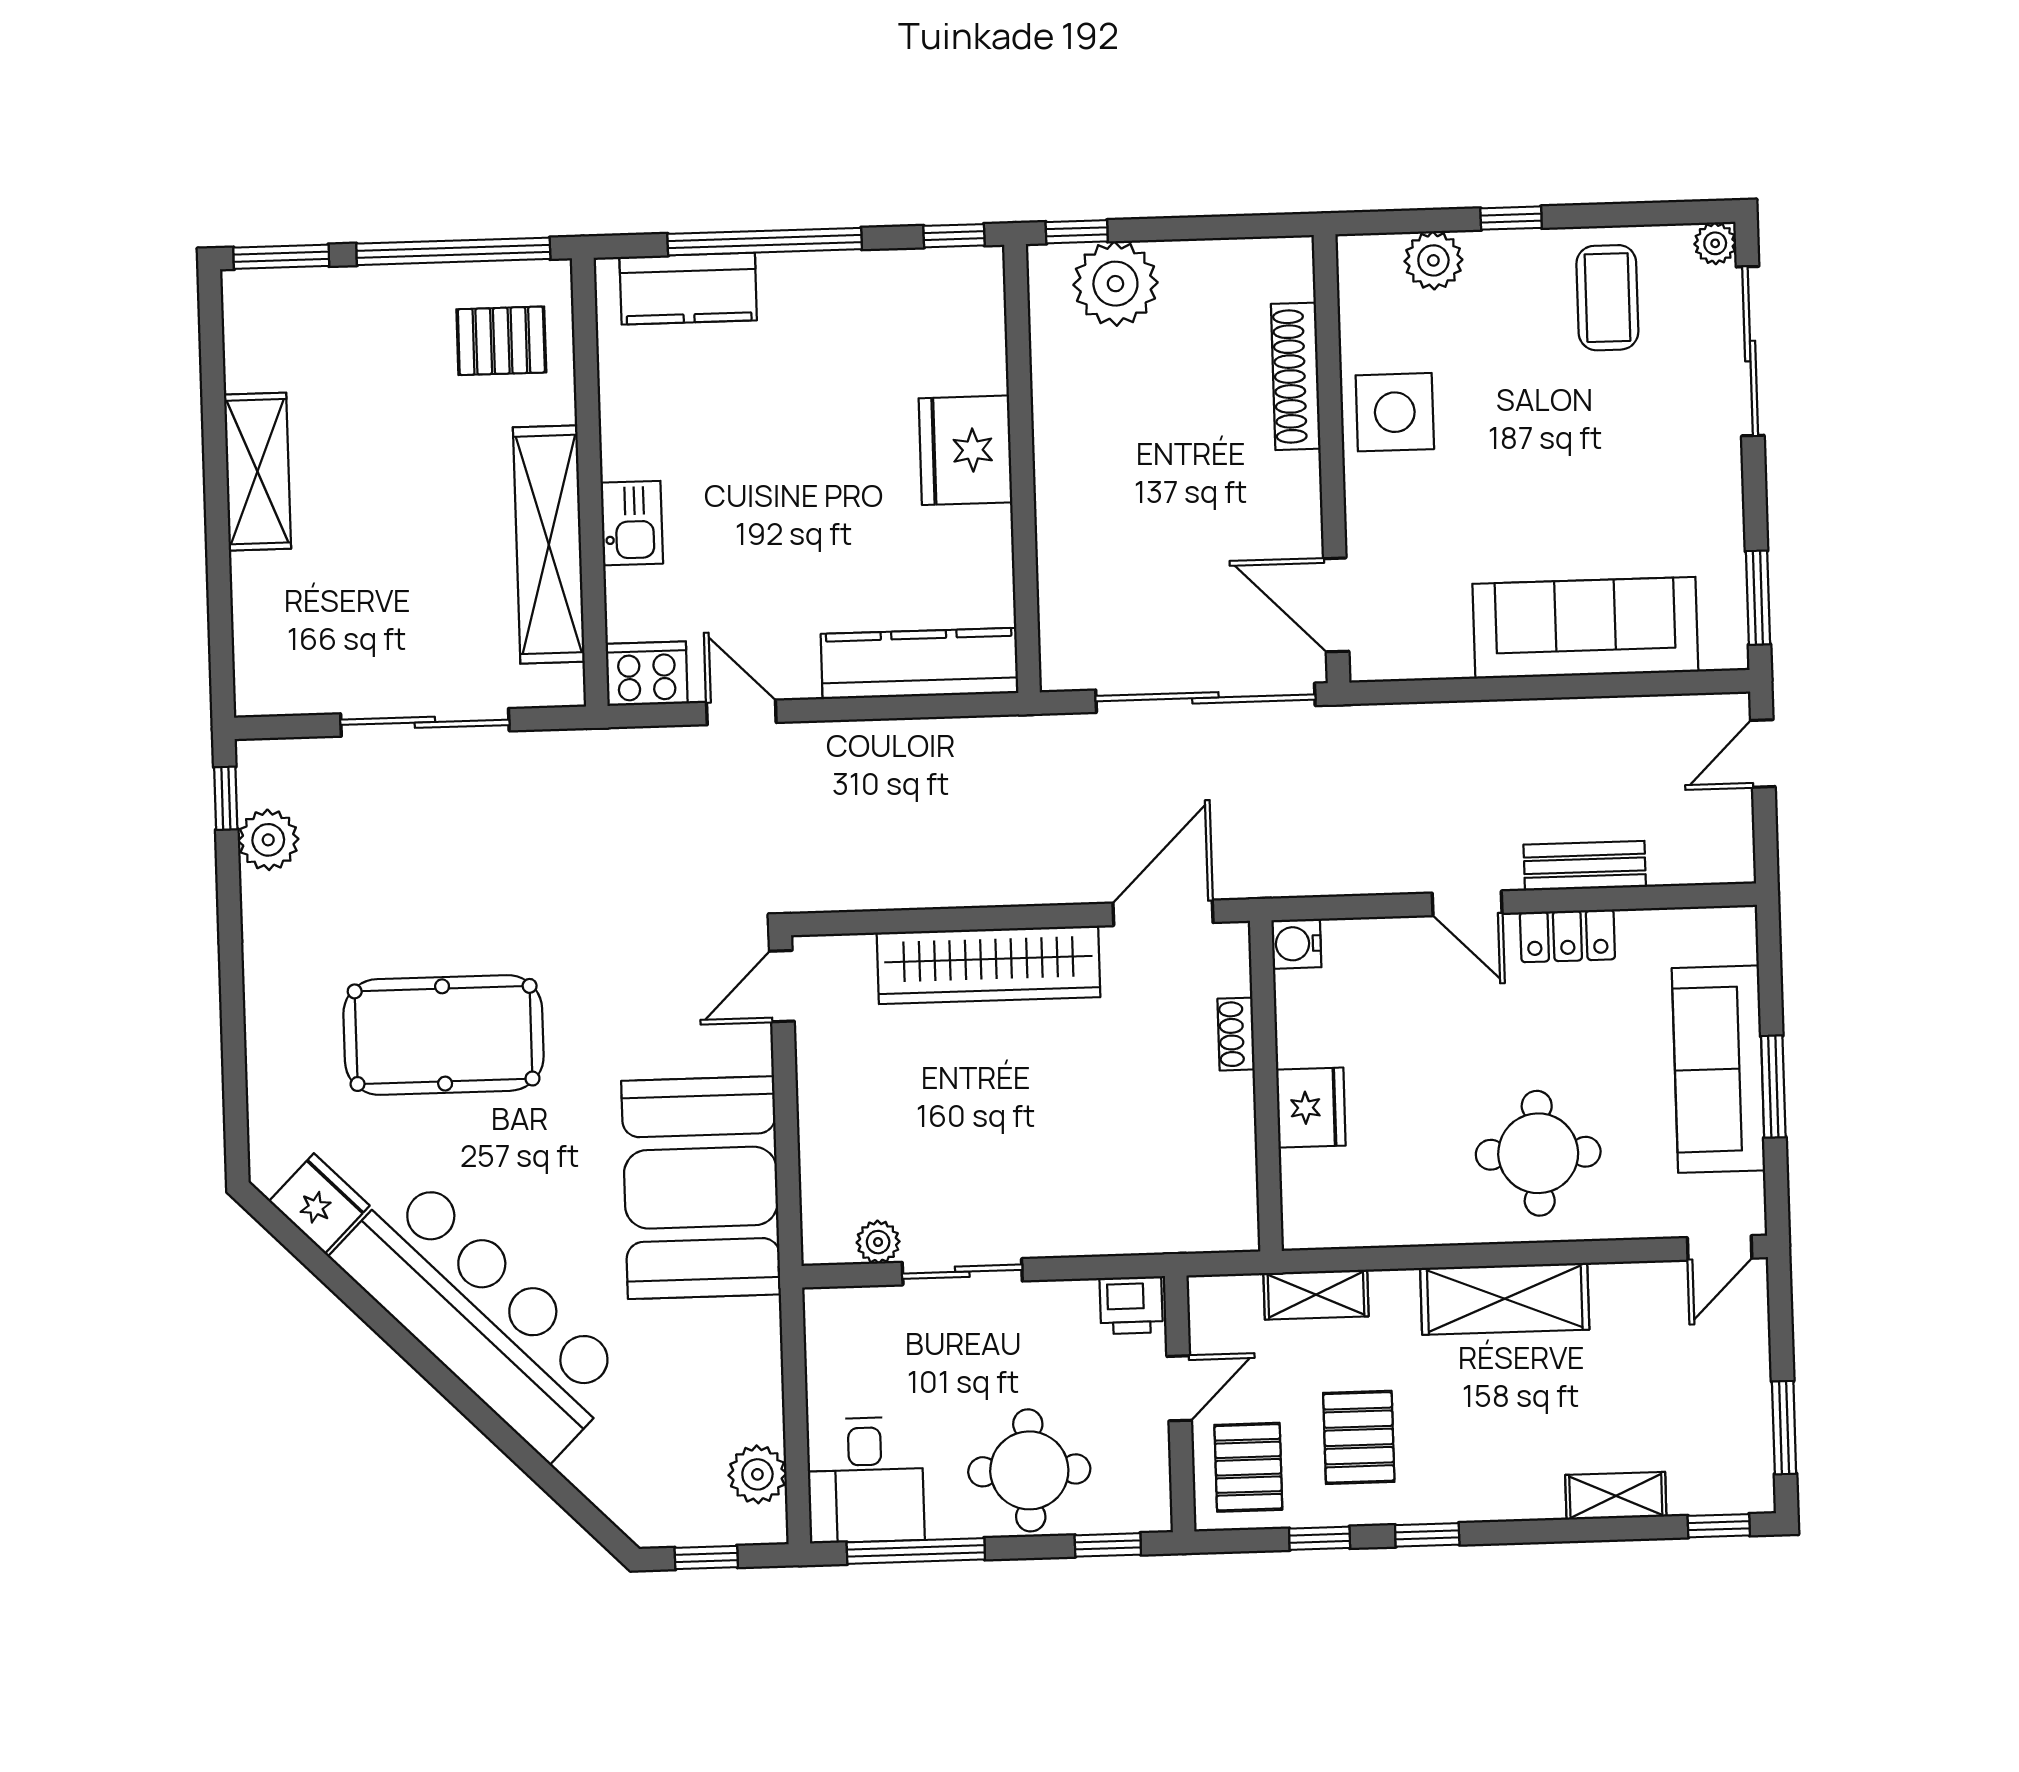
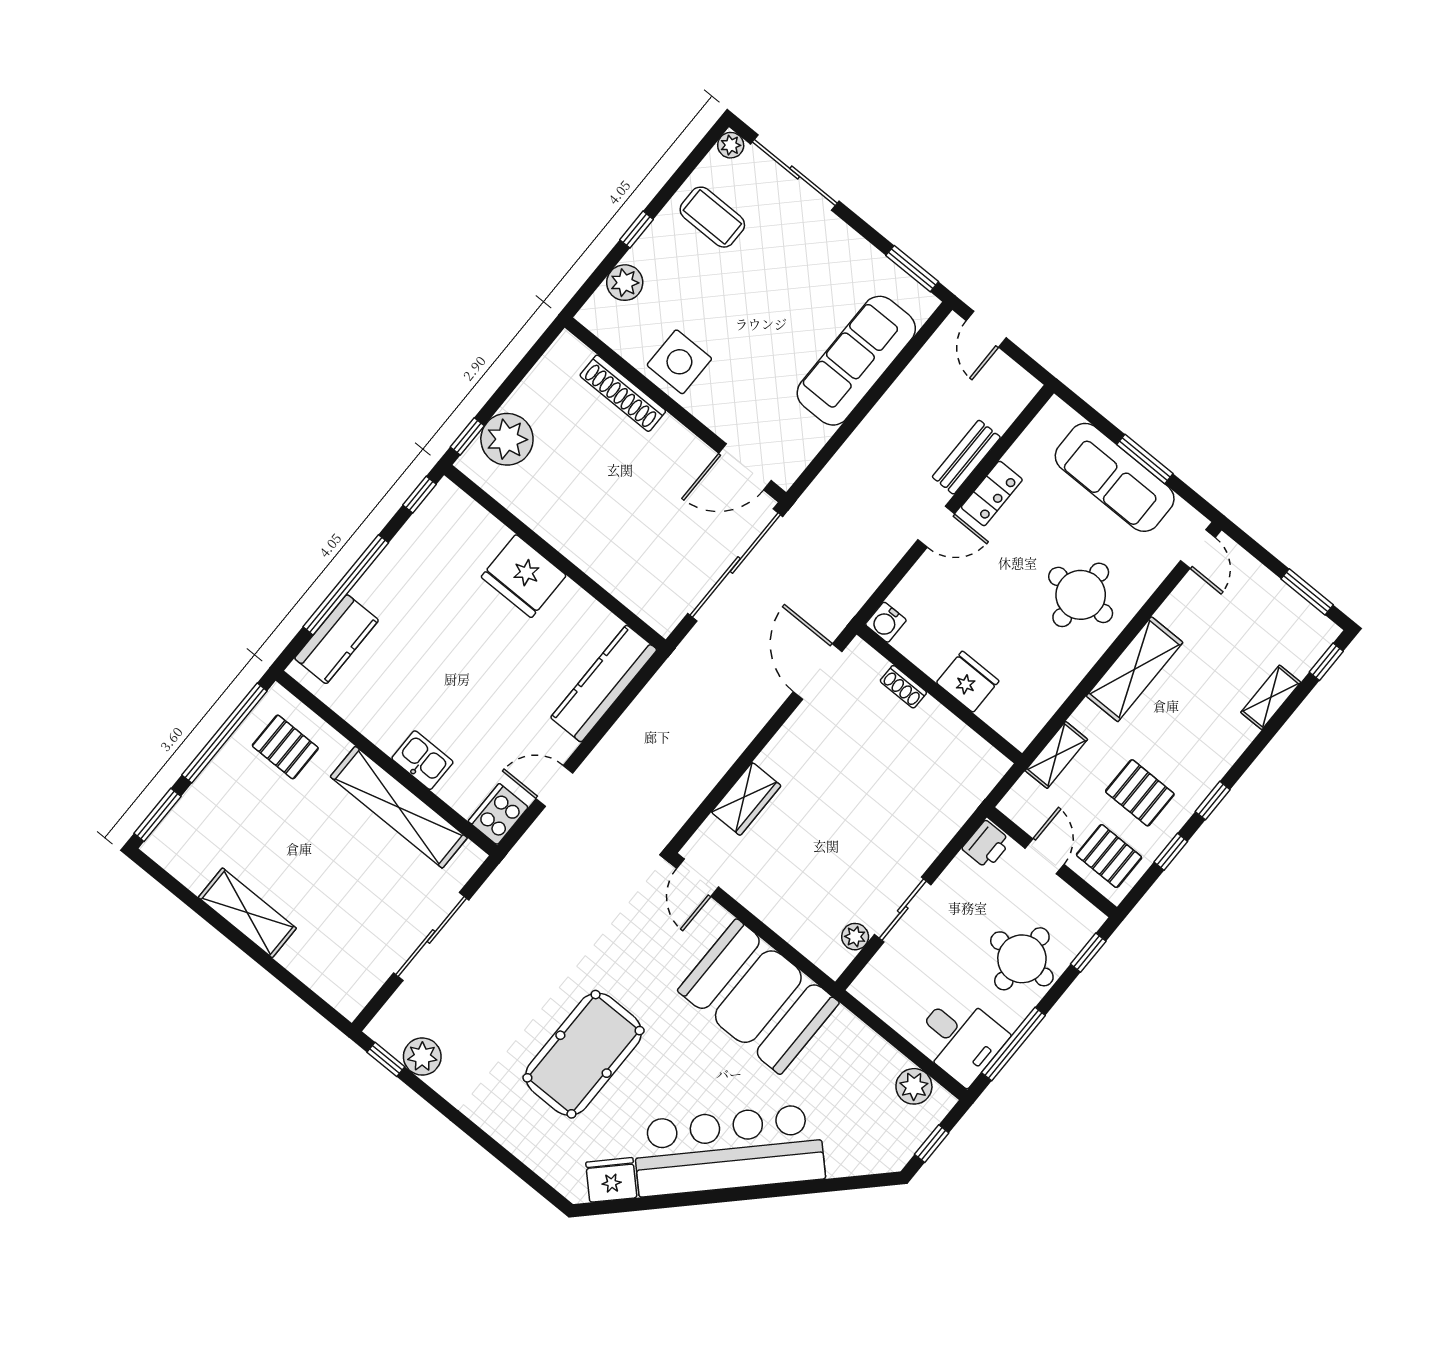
pallet: (501, 341) -> (285, 747), turned 90
wardrobe: (989, 965) -> (746, 799), width x0.48, depth x0.85

